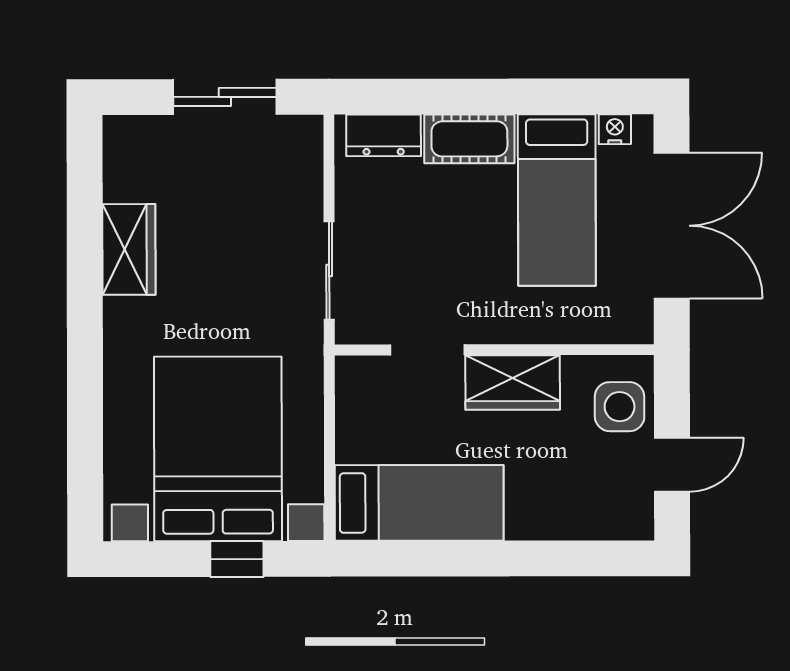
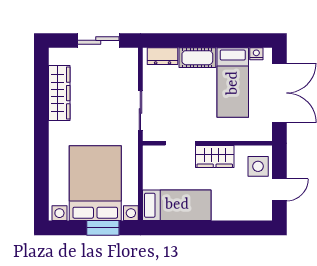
wardrobe: (129, 249) -> (59, 93), width x1.50
window: (237, 559) -> (103, 228), width x1.50

